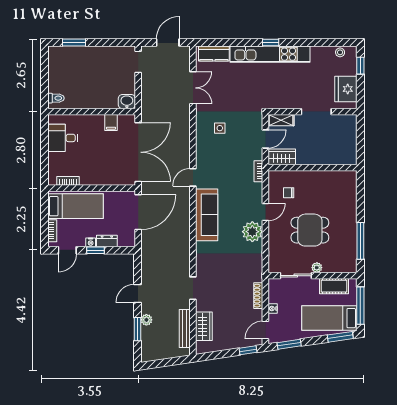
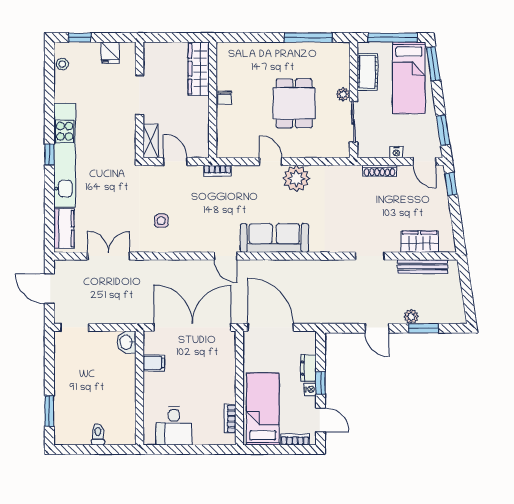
fridge: (346, 89) -> (110, 53), width x0.53, depth x0.75
toilet: (56, 98) -> (98, 435), moved
wardrobe: (282, 157) -> (199, 69), moved, width x1.50
chair: (289, 193) -> (225, 98), moved

